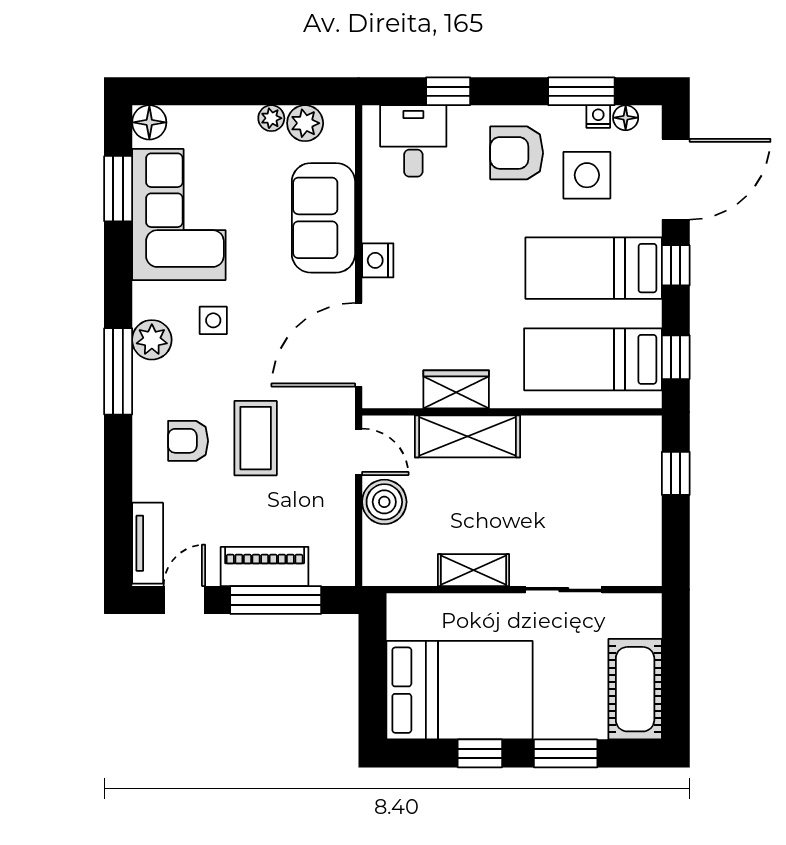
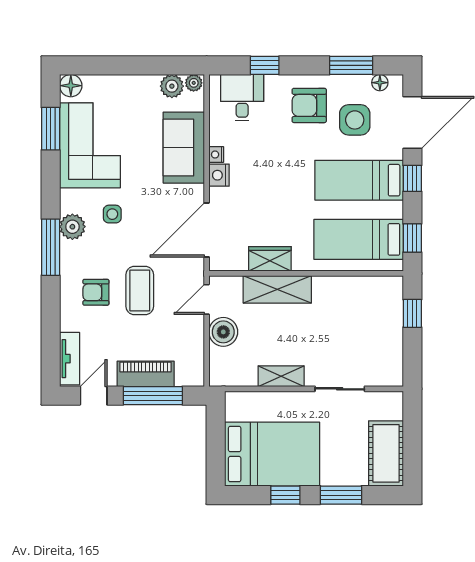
nightstand: (598, 117) -> (216, 155), moved, turned -90
plant: (271, 118) -> (194, 83), moved
door: (359, 452) -> (207, 299), swing flipped

